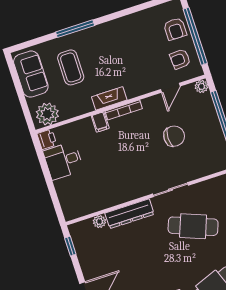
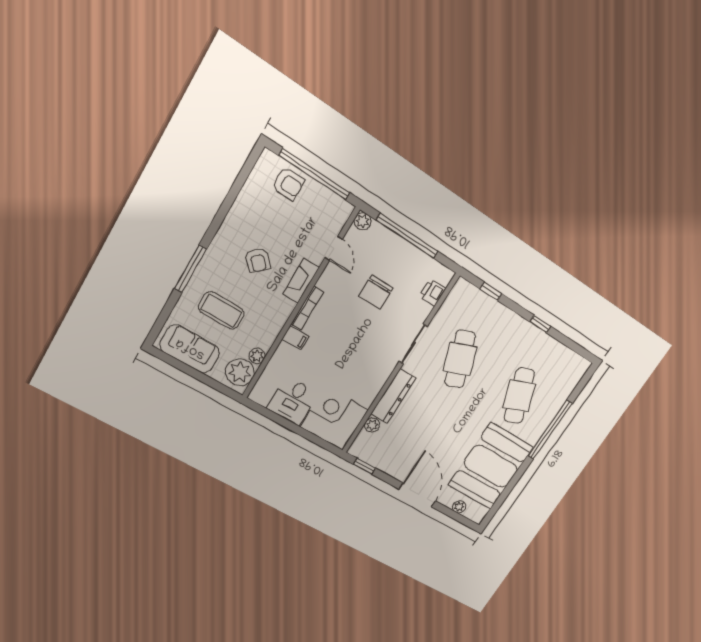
armchair: (180, 59) -> (258, 260), moved, turned -41
fireplace: (109, 98) -> (301, 281), moved
plant: (67, 113) -> (257, 356), added
chair: (174, 136) -> (376, 292), turned 180
printer: (47, 139) -> (433, 293), moved, turned -90
corner desk: (79, 195) -> (334, 418), added
cafe table: (193, 226) -> (460, 359), turned -42

